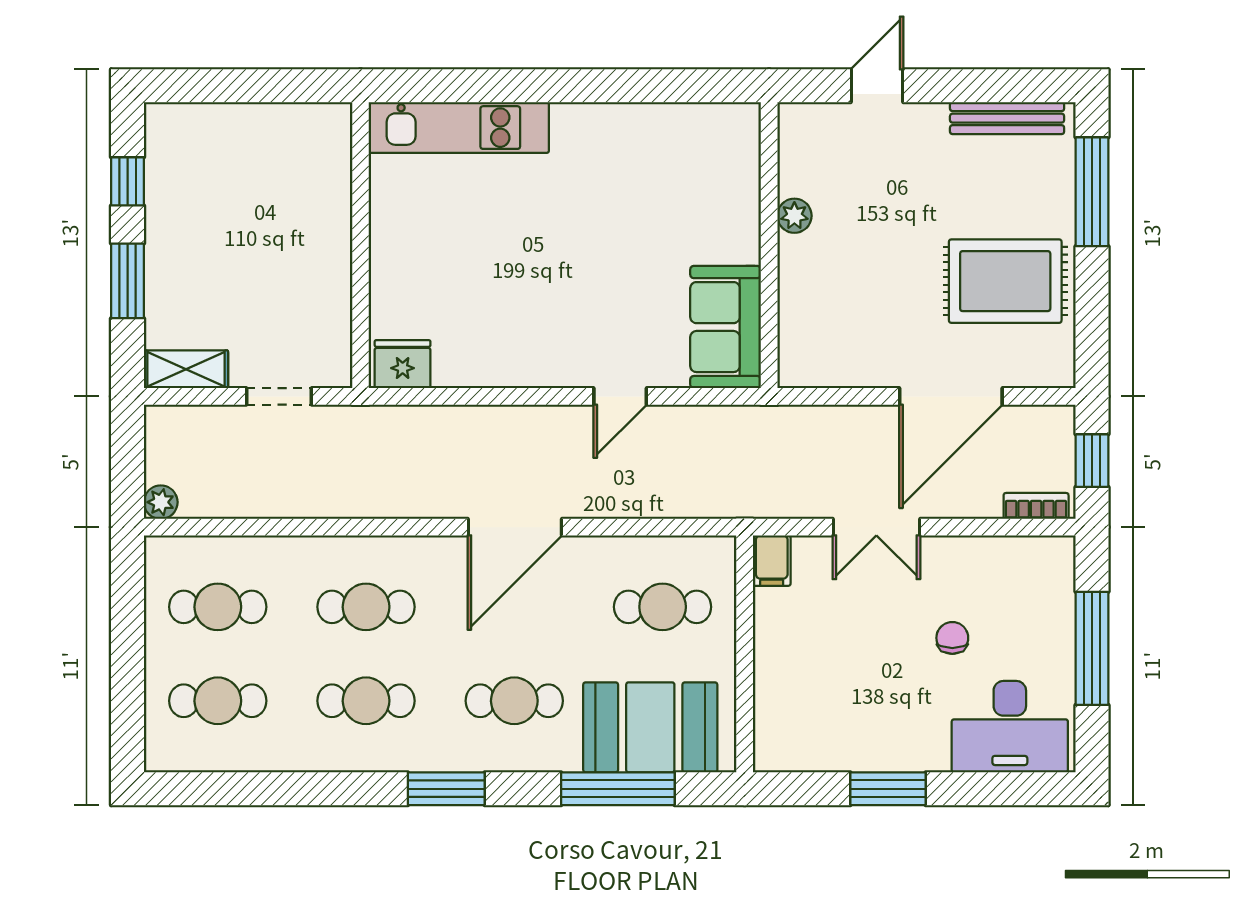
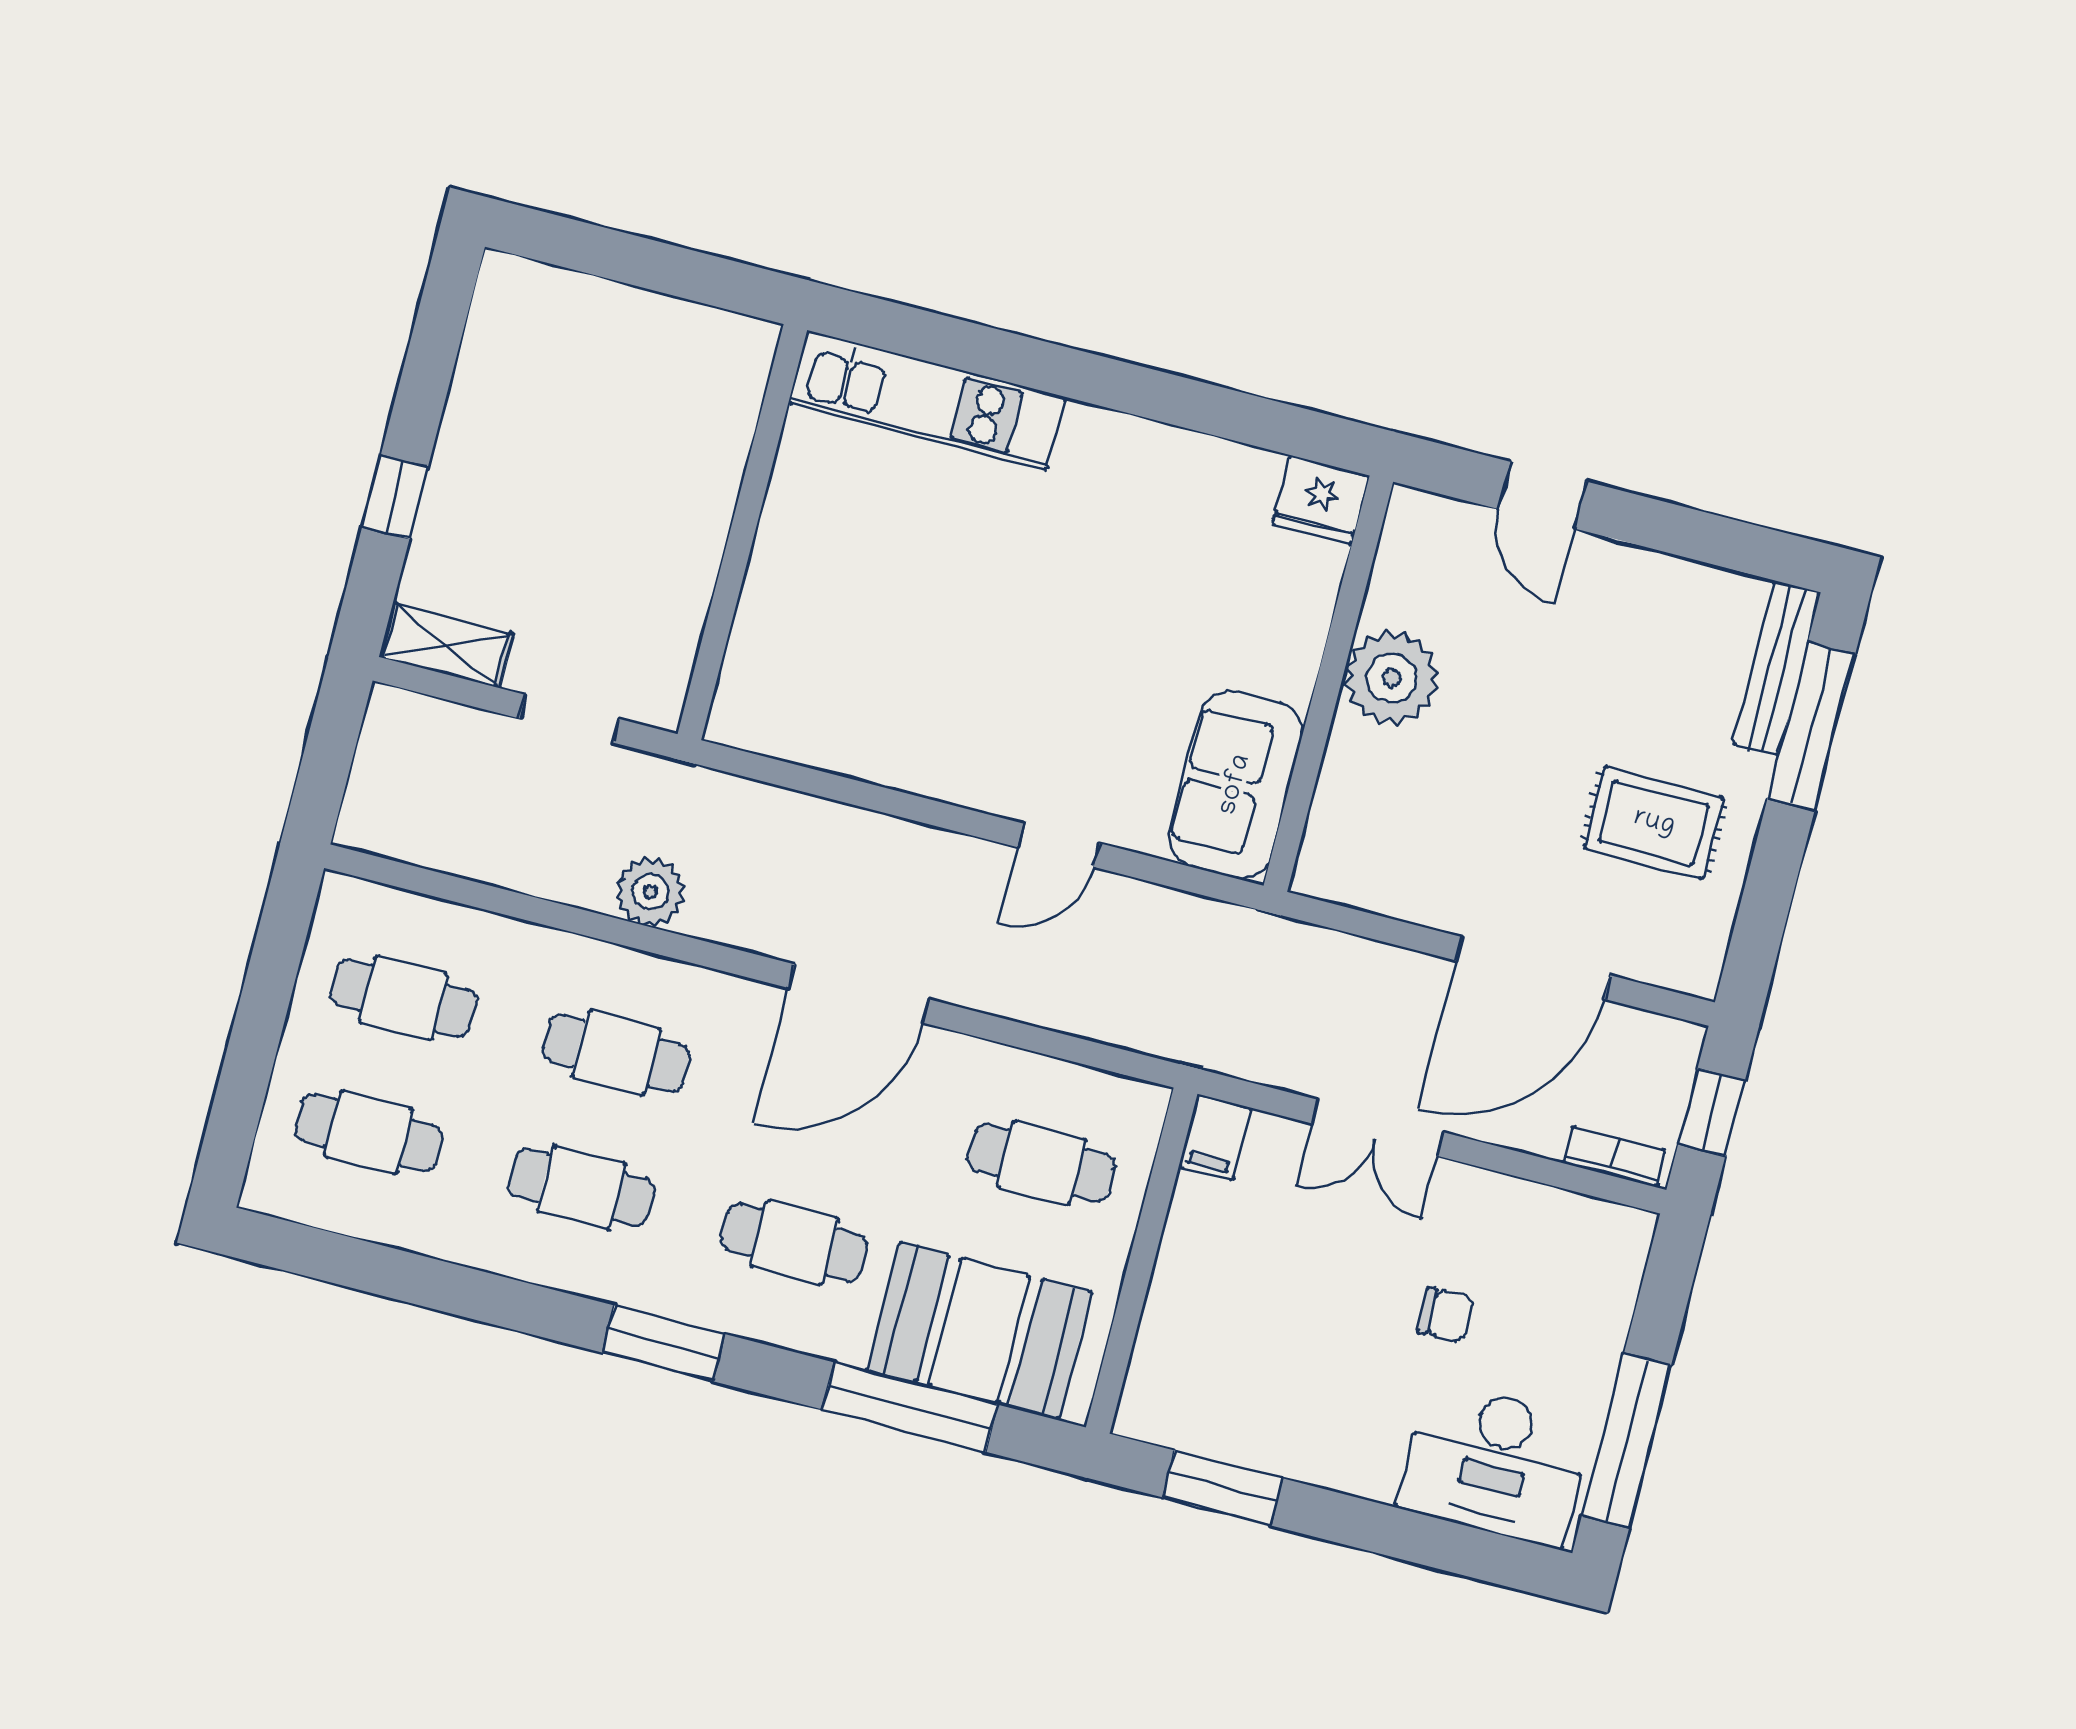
door: (877, 86) -> (1542, 495), swing flipped
bench: (1007, 118) -> (1777, 668), moved, turned 90
window: (128, 181) -> (432, 354), removed
plant: (794, 216) -> (1392, 678), width x1.88, depth x1.88
window: (128, 281) -> (395, 497), width x0.67
rug: (1005, 281) -> (1654, 823), width x0.73, depth x0.70
fridge: (403, 364) -> (1321, 500), moved, turned 180
plant: (161, 502) -> (650, 892), moved, width x1.38, depth x1.38
chair: (952, 638) -> (1445, 1315), turned 89
window: (1092, 648) -> (1627, 1440), moved
window: (888, 789) -> (1223, 1488), moved

